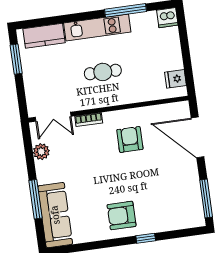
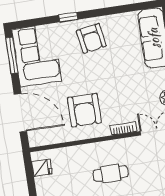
armchair: (130, 139) -> (84, 110), width x1.36, depth x1.36
corner sofa: (180, 198) -> (37, 55), added
armchair: (122, 215) -> (91, 38), turned 80

